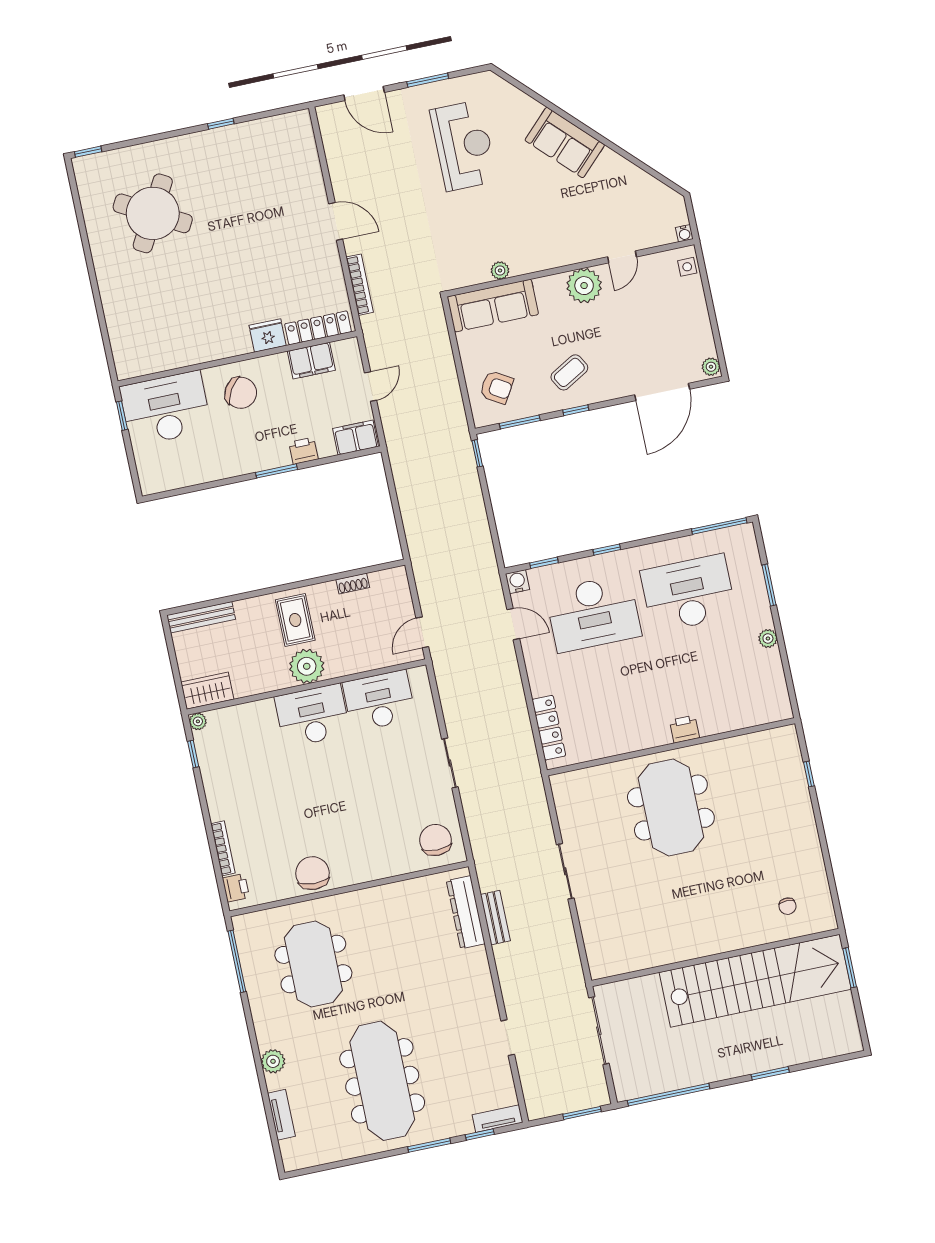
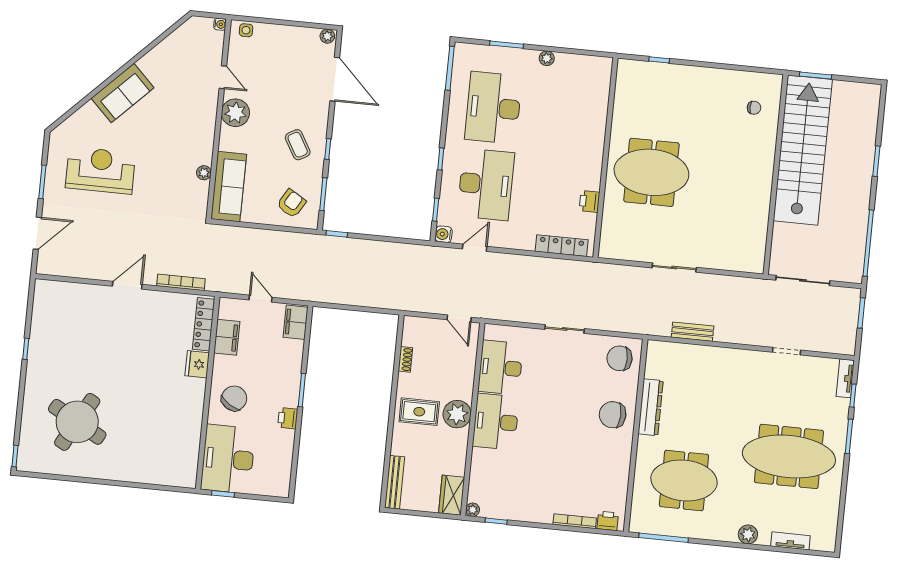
printer: (304, 451) -> (288, 418), moved
printer: (684, 729) -> (589, 201), moved
chair: (312, 873) -> (613, 415), moved
dresser: (466, 912) -> (651, 407), moved, turned -90

